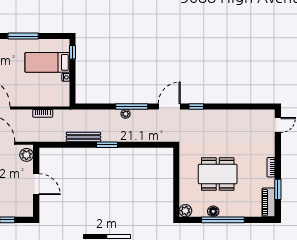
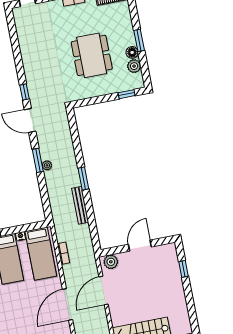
bed: (46, 93) -> (41, 254), added
window: (132, 106) -> (38, 160), width x0.69
window: (176, 199) -> (127, 94), added
plant: (185, 211) -> (134, 66), moved
window: (223, 220) -> (139, 40), width x0.47

